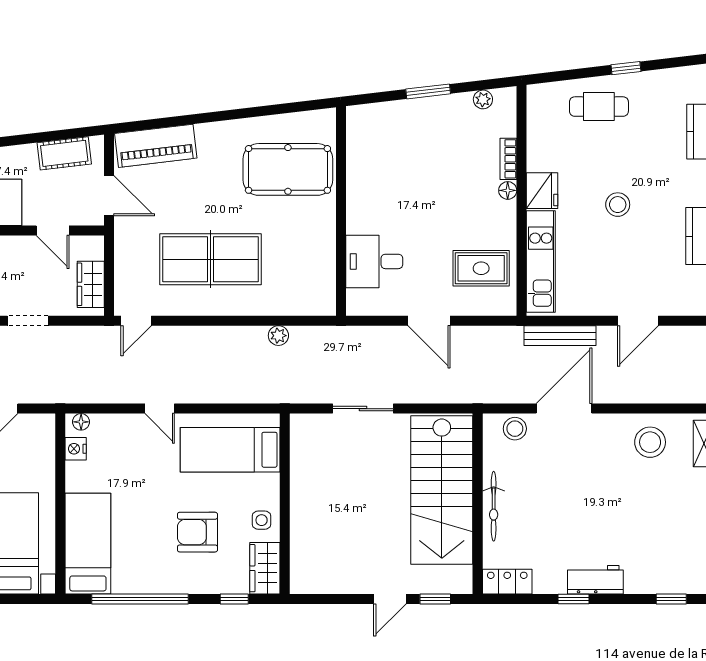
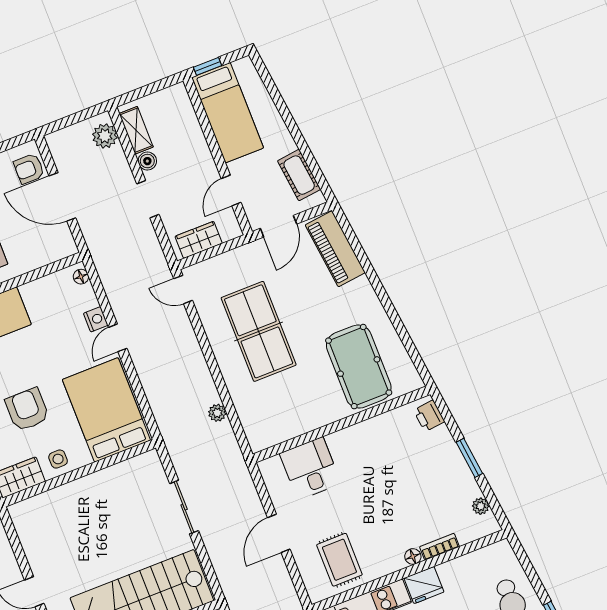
printer: (368, 116) -> (429, 416), added
nightstand: (76, 449) -> (96, 319), moved, turned 90
bed: (230, 450) -> (106, 410), width x1.50

